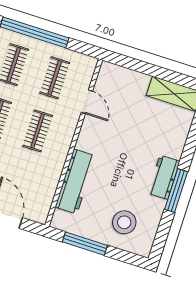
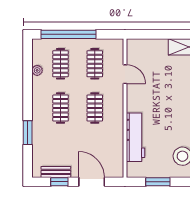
window: (85, 244) -> (158, 182), width x0.69

